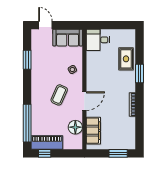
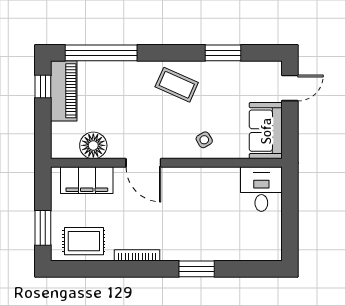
rug: (126, 59) -> (84, 241), moved
coffee table: (59, 95) -> (177, 85), moved

